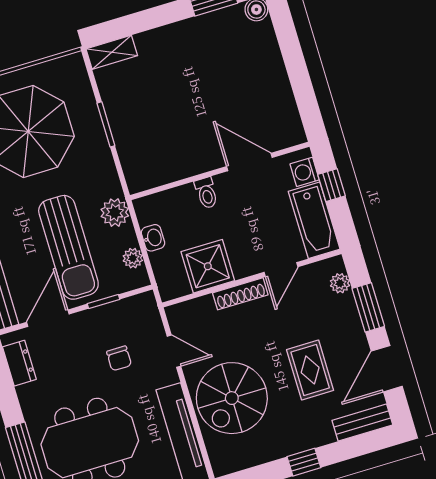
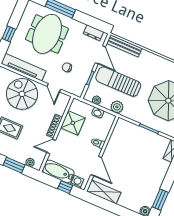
shelving: (283, 111) -> (104, 192), added
door: (249, 162) -> (96, 166), hinge flipped
door: (281, 270) -> (51, 146), hinge flipped
door: (174, 351) -> (54, 88), hinge flipped

